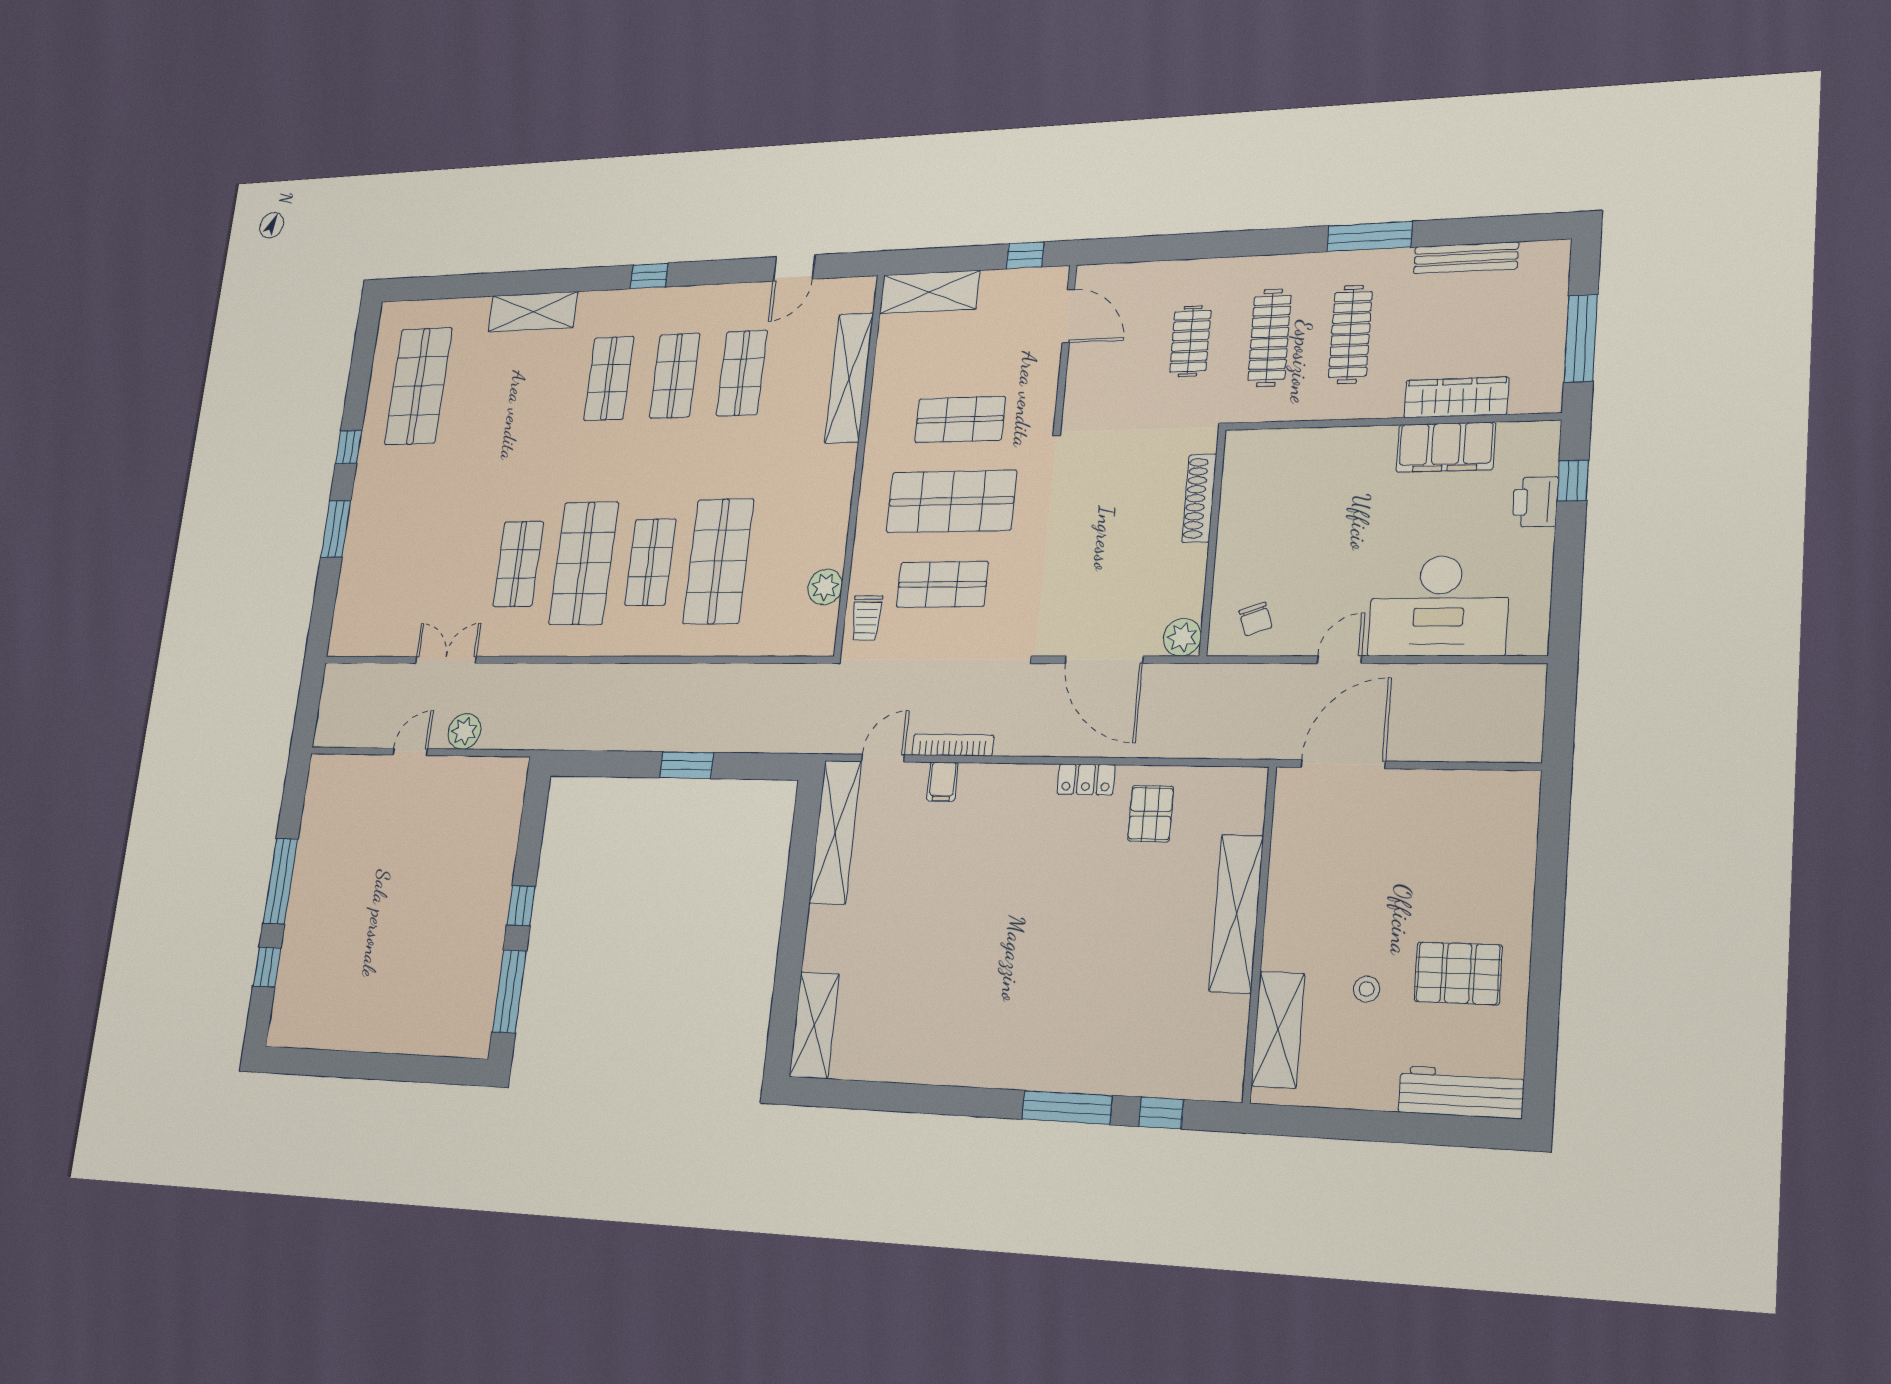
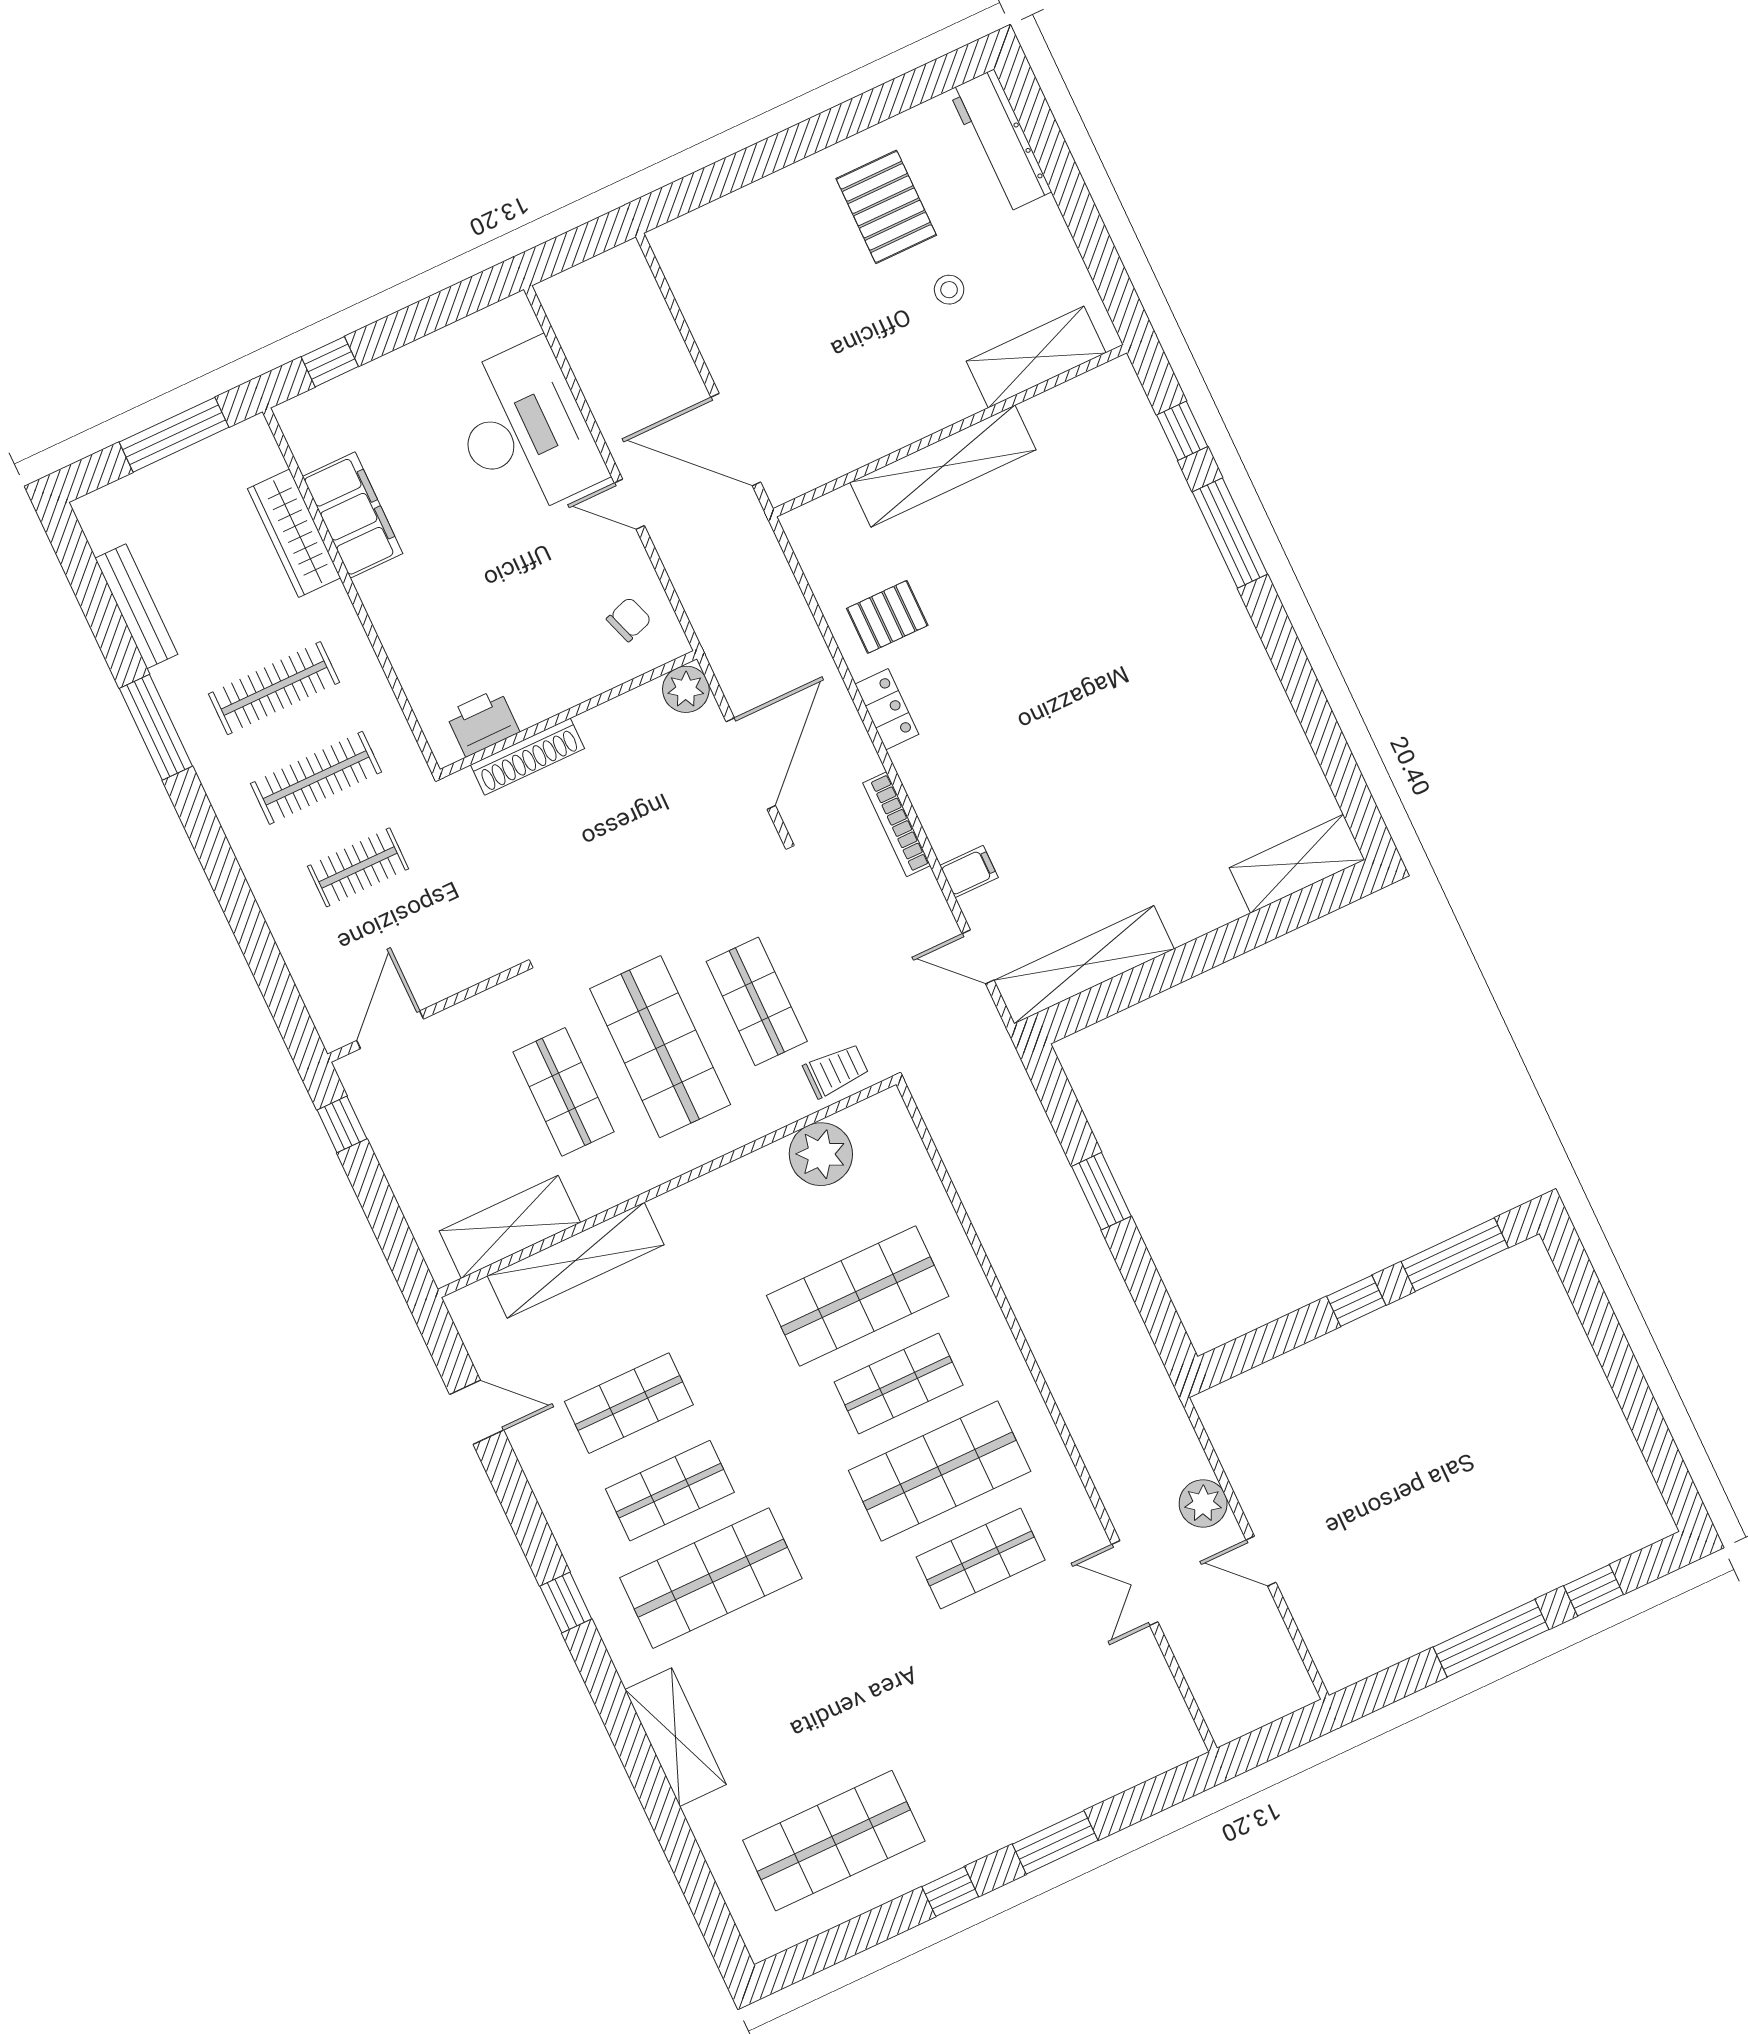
shelving: (930, 292) -> (510, 1227), moved, turned 90
shop shelf: (609, 378) -> (711, 1578), width x1.43, depth x1.36
printer: (1535, 502) -> (483, 722), moved, turned 180
plant: (825, 587) -> (821, 1154), width x1.36, depth x1.36
bookcase: (953, 745) -> (897, 824), moved

